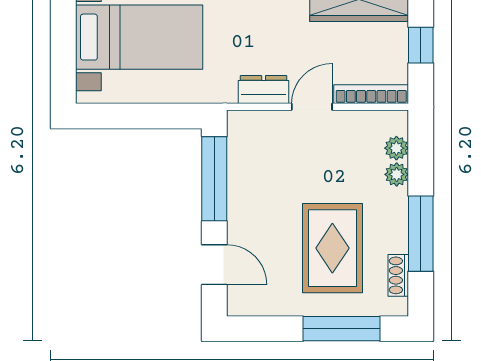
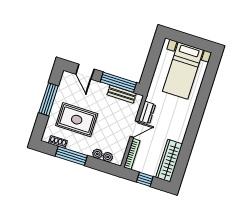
door: (312, 107) -> (134, 129), hinge flipped
bench: (239, 162) -> (122, 94), added
door: (214, 265) -> (85, 72), hinge flipped
window: (342, 329) -> (49, 99), moved

